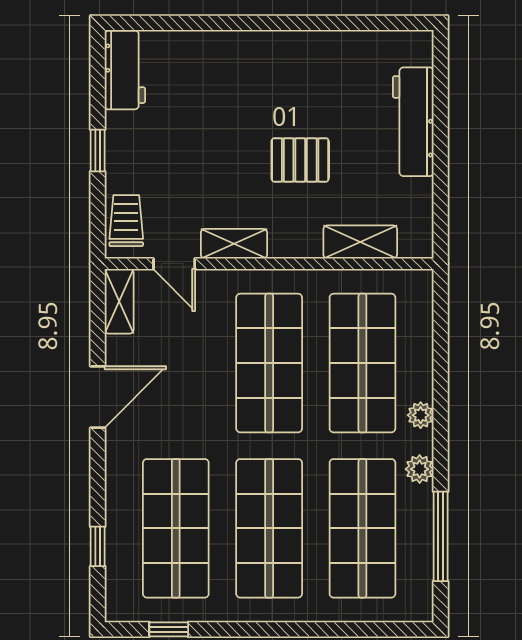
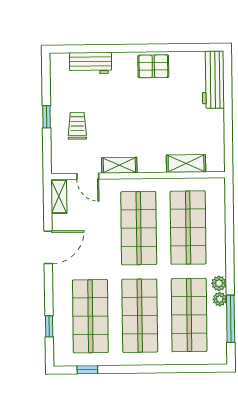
workbench: (125, 70) -> (91, 63), moved, turned 90
workbench: (413, 122) -> (213, 80), moved
pallet: (300, 160) -> (153, 66), moved
trolley: (126, 221) -> (77, 126), moved
plant: (421, 415) -> (220, 299), moved

